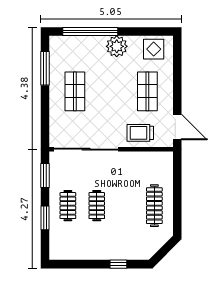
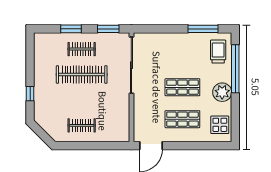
shop shelf: (75, 91) -> (182, 87), moved
trolley: (140, 133) -> (218, 52), moved
clothes rail: (97, 206) -> (82, 75), width x1.86, depth x1.31
clothes rail: (154, 206) -> (82, 125), width x0.73

